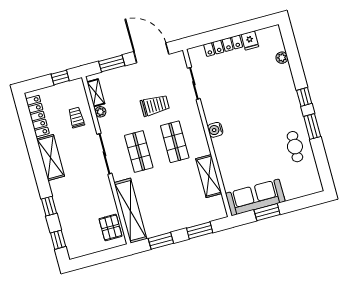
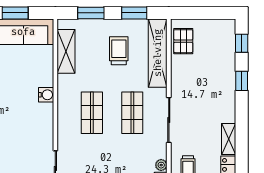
trolley: (155, 105) -> (119, 51), moved, turned 90
water cooler: (215, 130) -> (46, 95), moved
shelving: (51, 158) -> (229, 139), width x0.67, depth x0.75
shelving: (209, 176) -> (66, 51), moved

